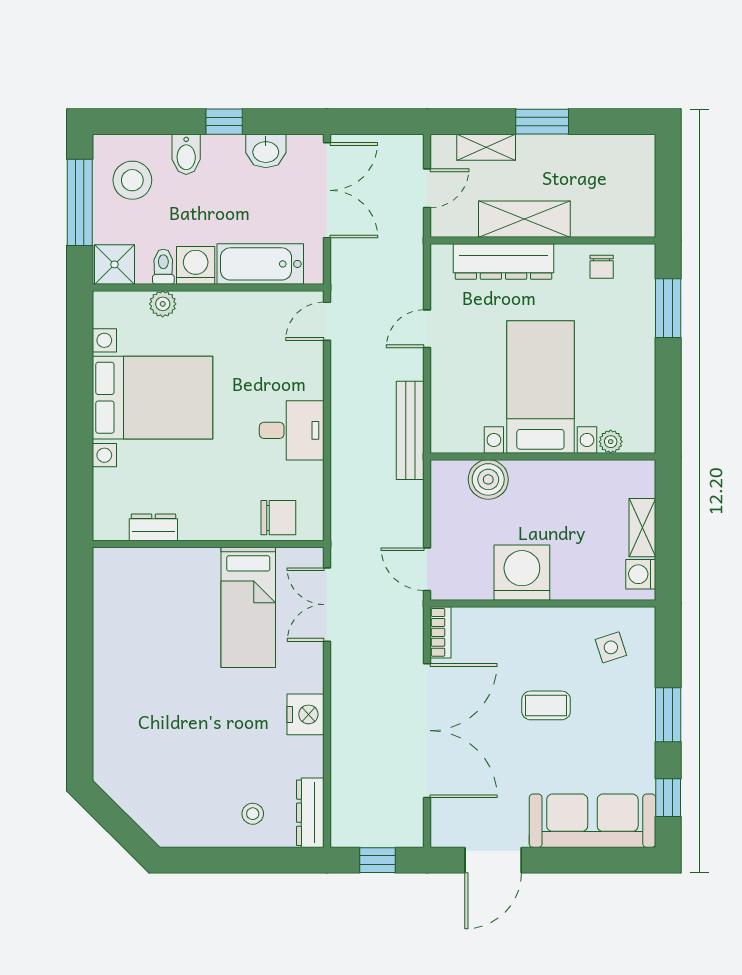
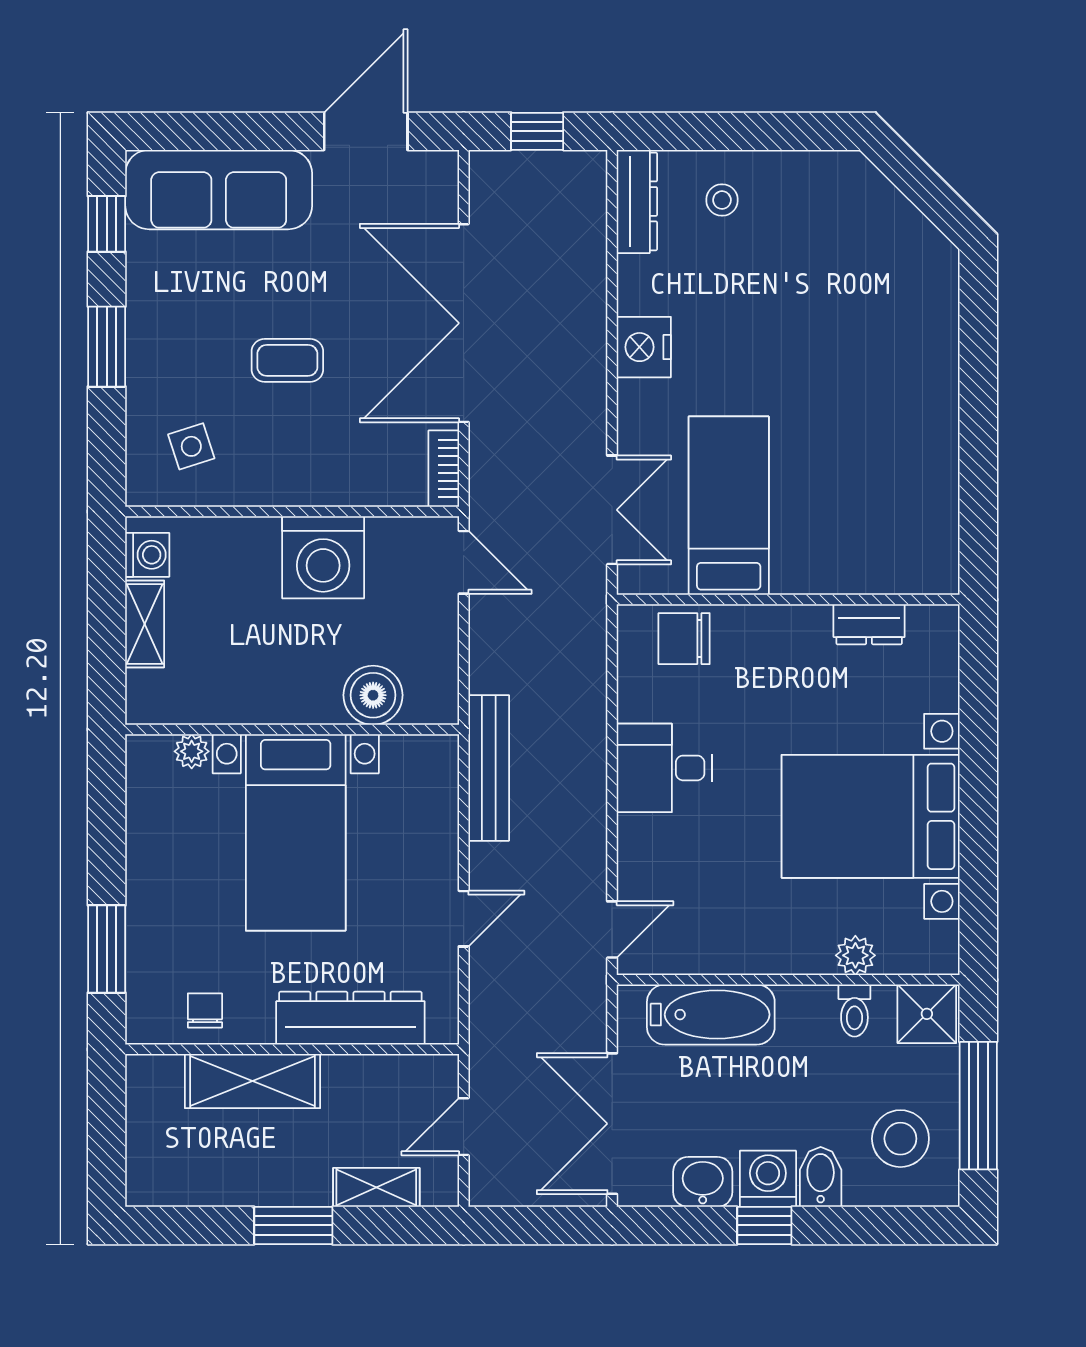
shelving: (524, 219) -> (252, 1081), moved
washing machine: (196, 265) -> (768, 1179), moved, turned 180

